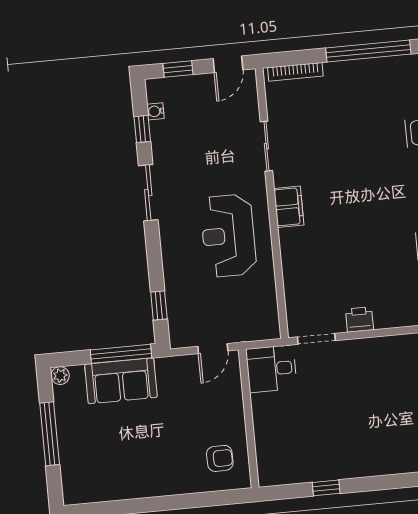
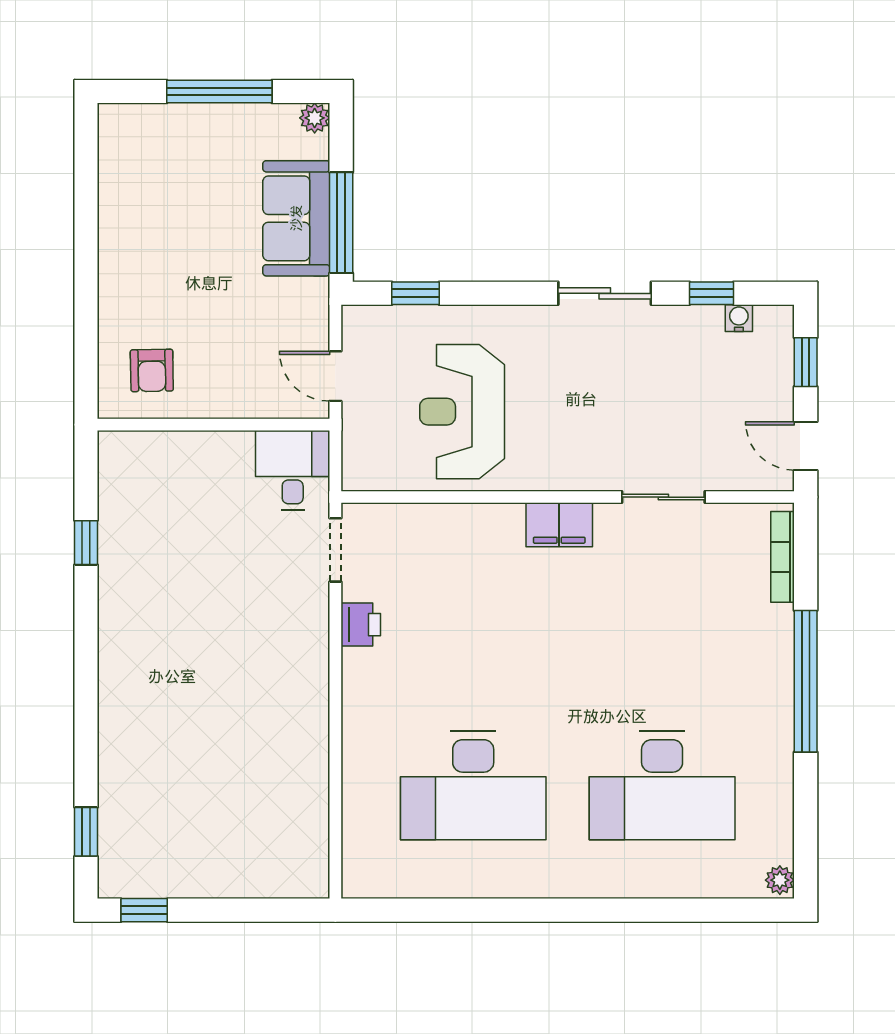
reception desk: (228, 236) -> (462, 412), moved, turned -90

